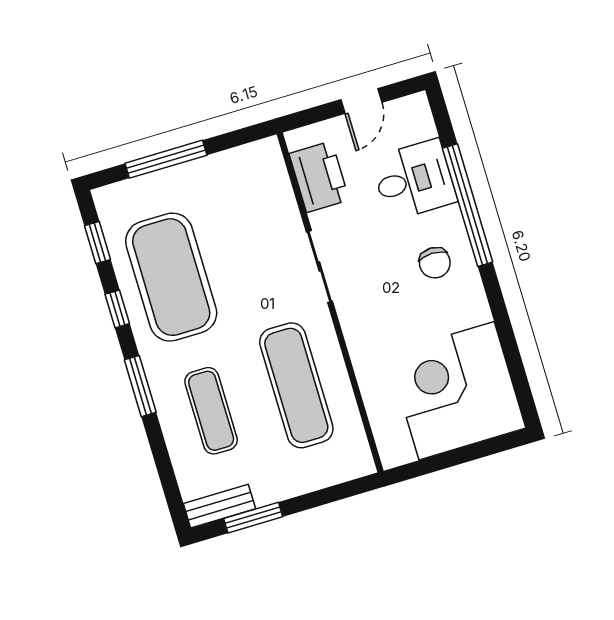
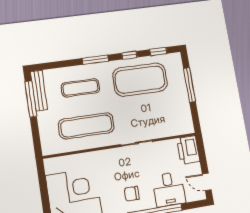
door: (361, 101) -> (207, 182), moved
printer: (319, 177) -> (188, 150), moved, turned 90
bench: (219, 506) -> (39, 90), width x1.36
window: (253, 518) -> (31, 99), width x1.44

